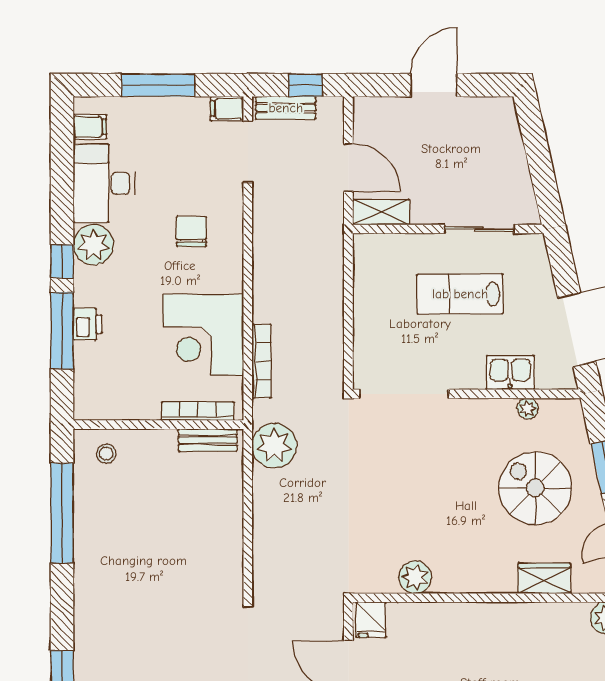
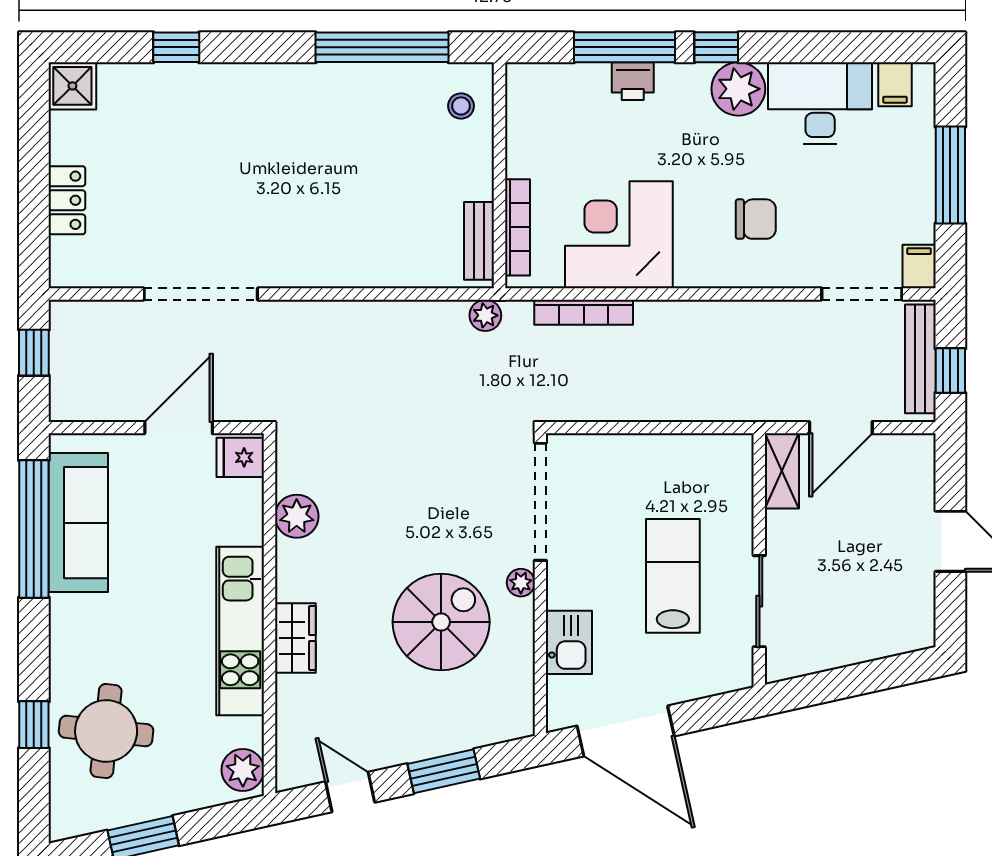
bench: (286, 108) -> (920, 359), width x1.36
plant: (528, 409) -> (521, 583), moved
plant: (274, 446) -> (485, 315), width x0.53, depth x0.53
spiral stairs: (535, 488) -> (441, 622), moved
wardrobe: (544, 578) -> (295, 638), moved
kitchen unit: (501, 620) -> (240, 631), added

